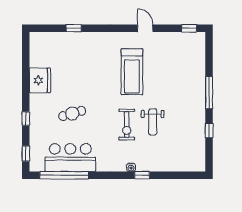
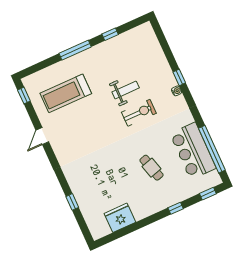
treadmill: (132, 72) -> (66, 93), moved, turned 180
fridge: (40, 80) -> (120, 218), moved

